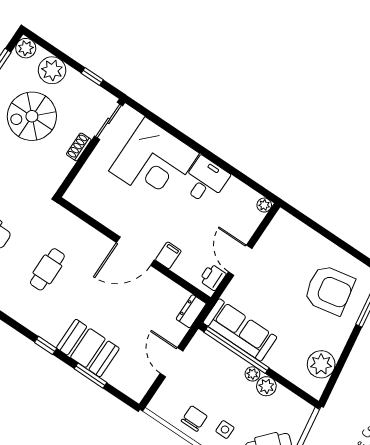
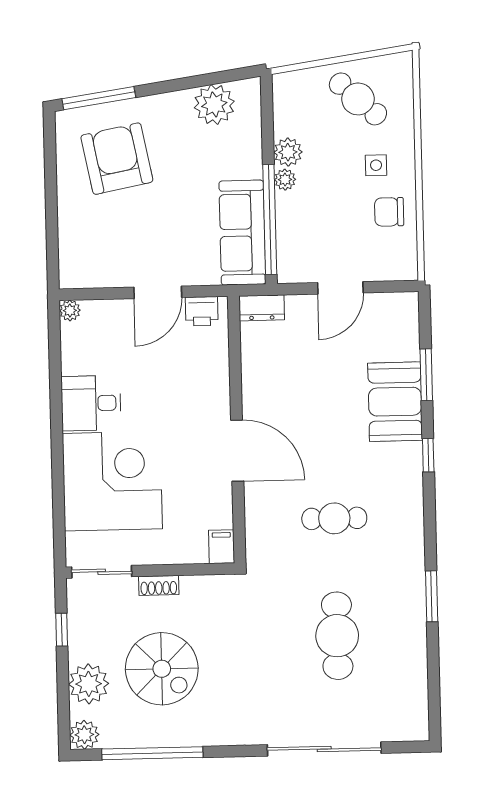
door: (135, 251) -> (237, 451), moved
filing cabinet: (168, 255) -> (222, 547), moved, turned 90

